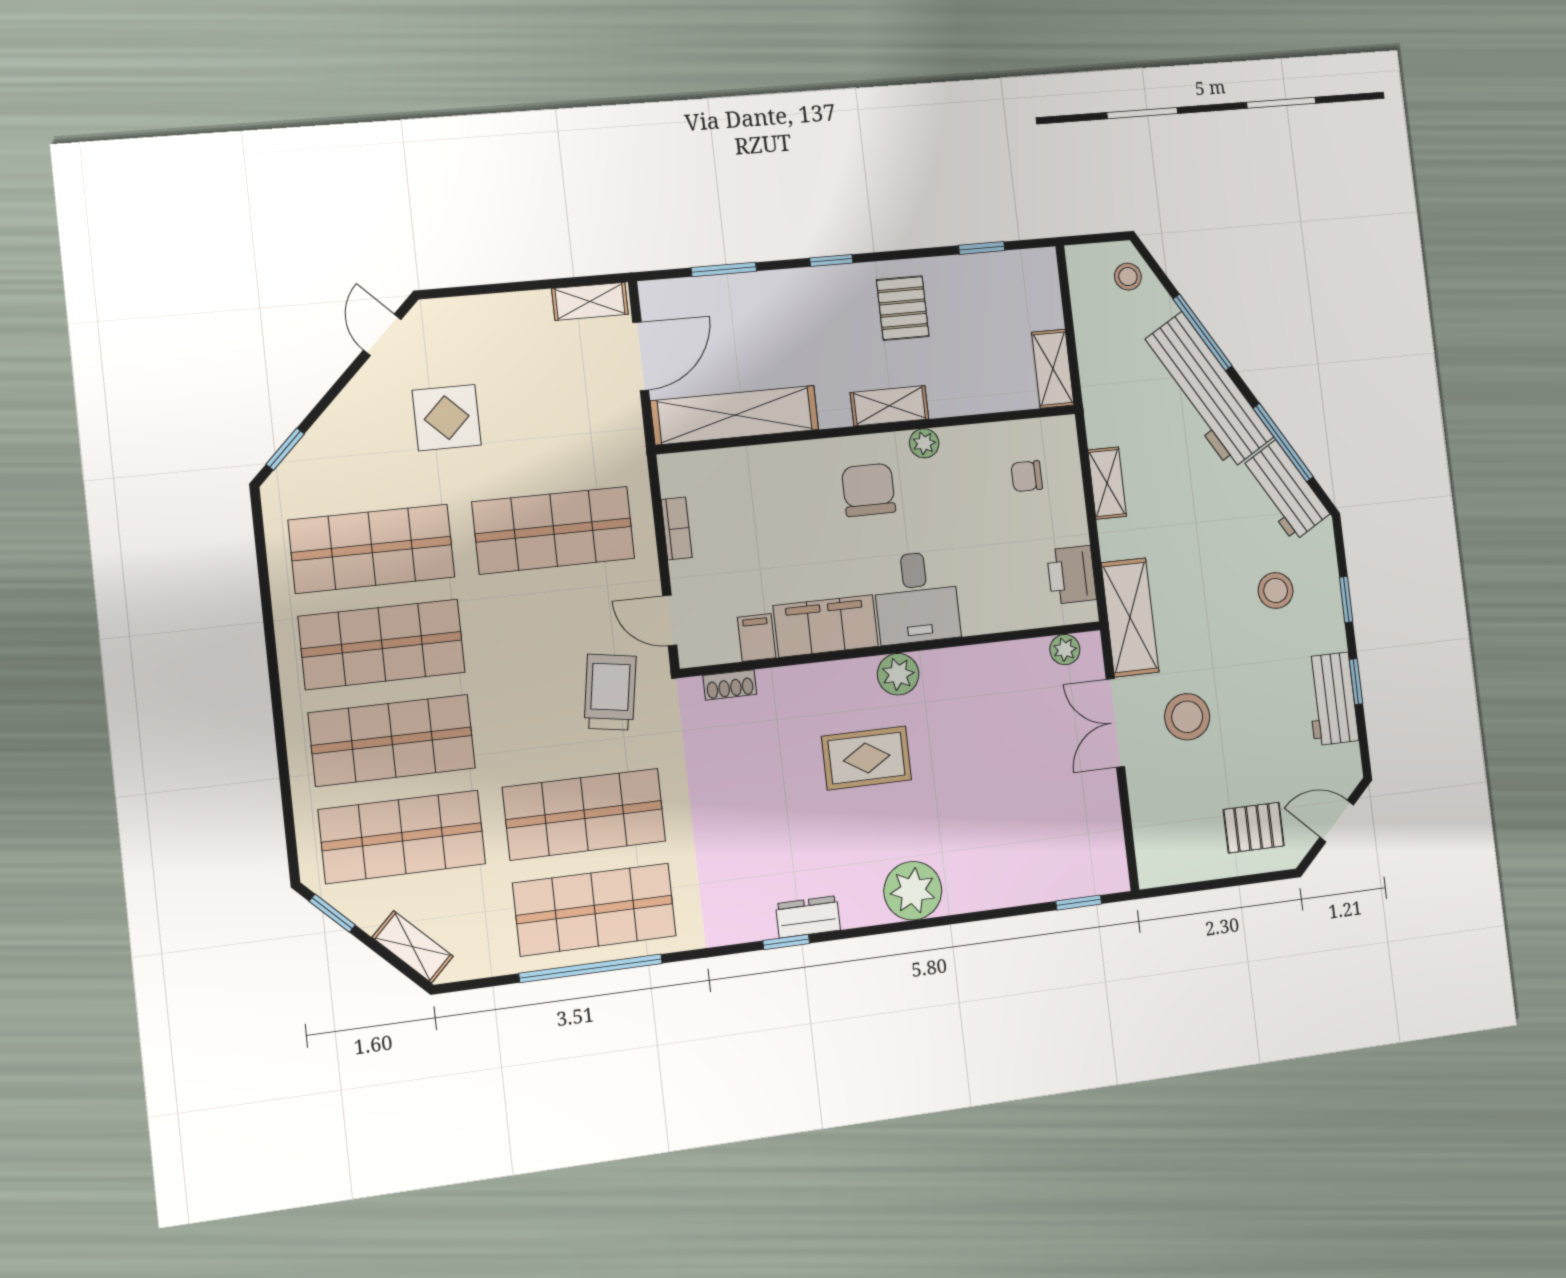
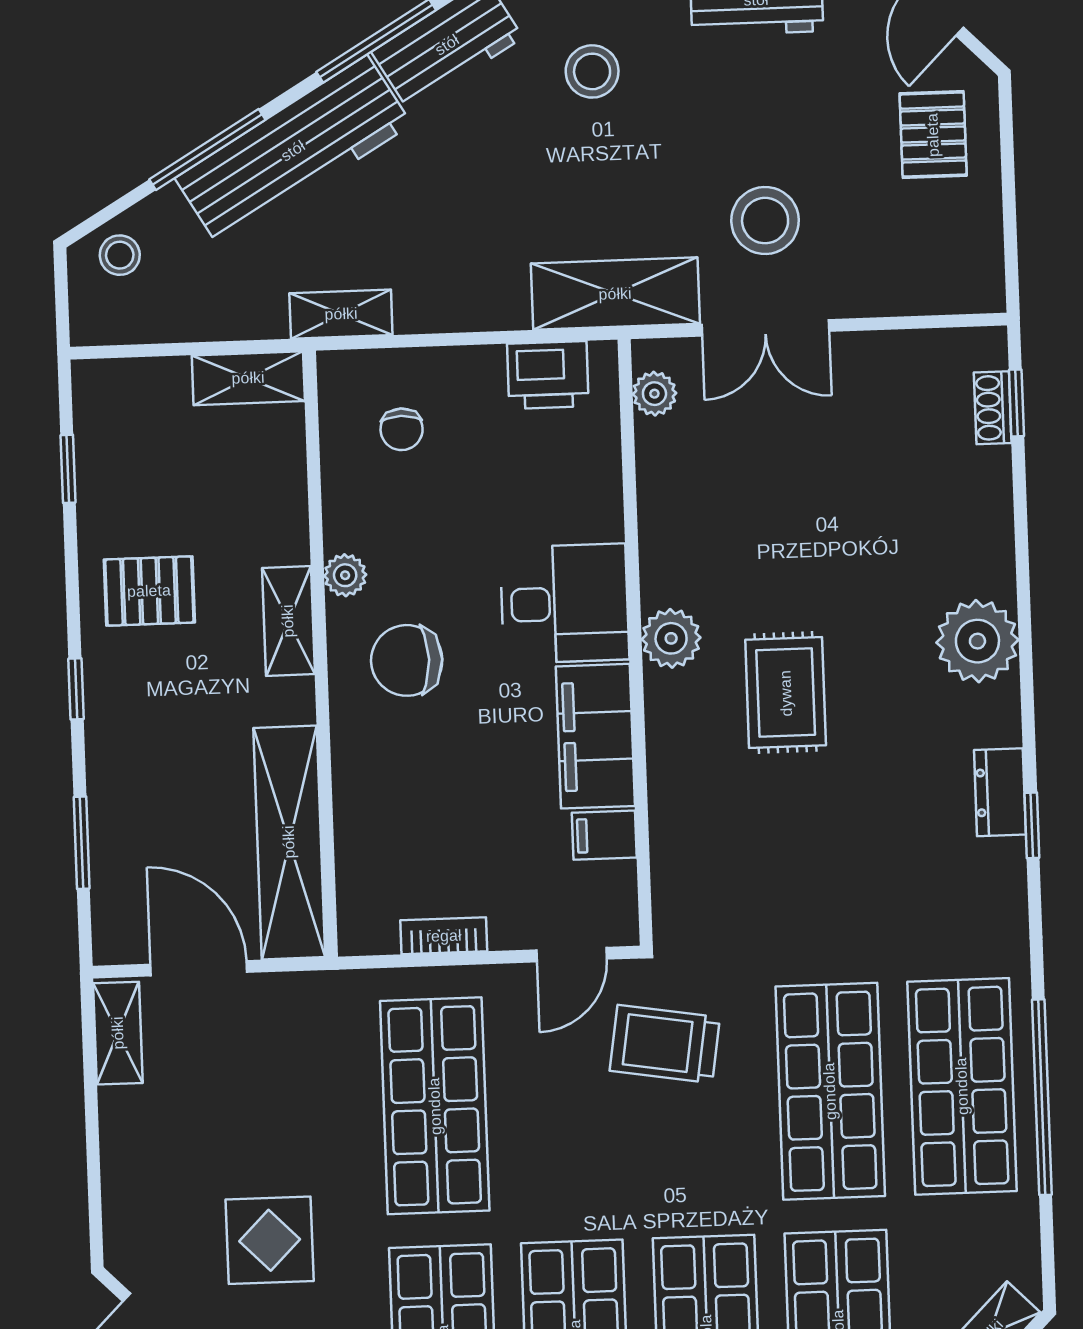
shelving: (1107, 483) -> (341, 314), moved
shoe rack: (730, 685) -> (993, 408), moved, turned 180

